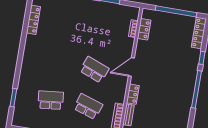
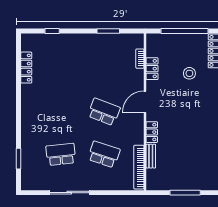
locker: (144, 29) -> (152, 69), moved
stool: (174, 49) -> (189, 73), added

